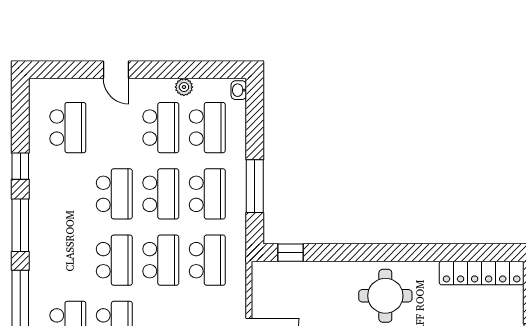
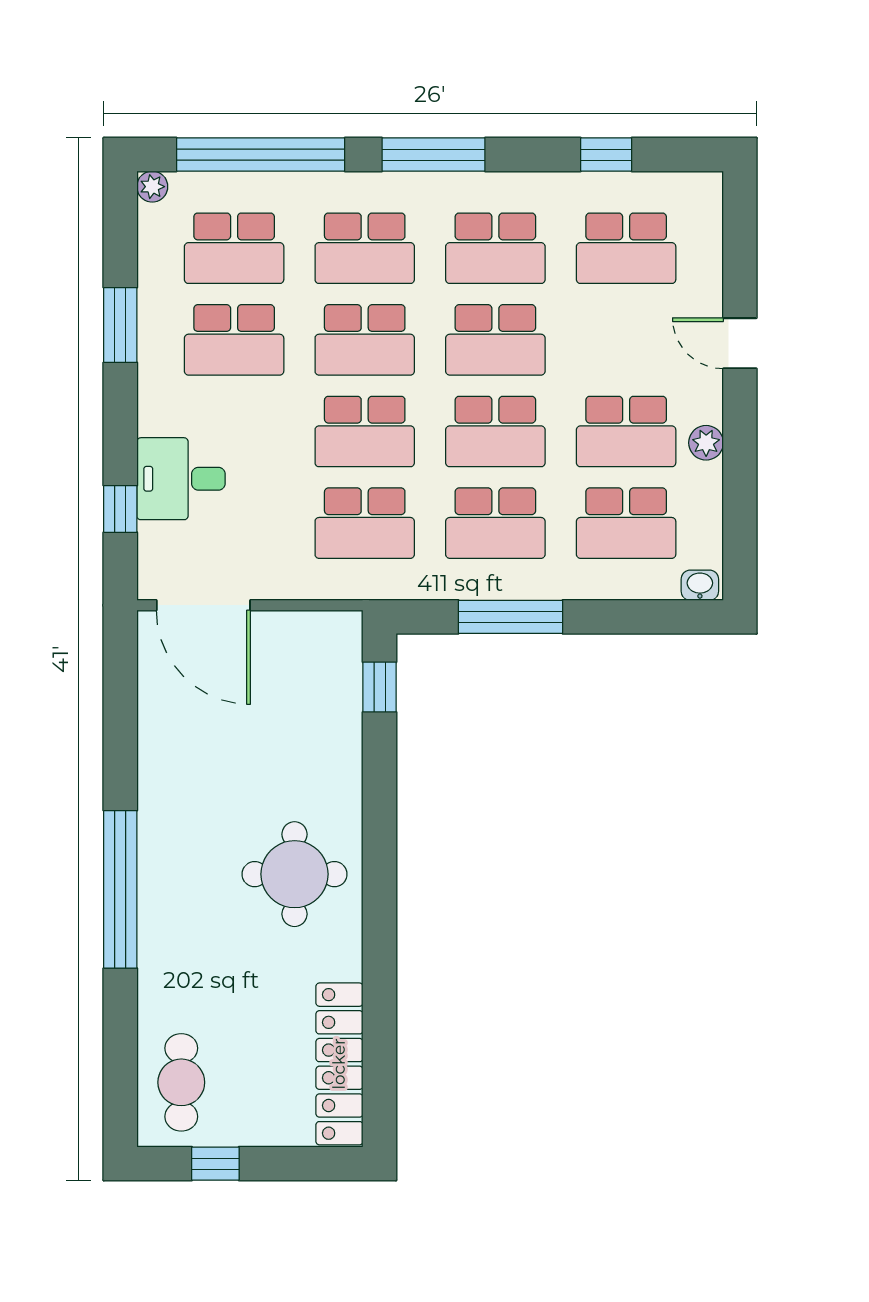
door: (116, 70) -> (740, 343), hinge flipped
plant: (184, 87) -> (706, 443), moved
window: (20, 166) -> (606, 155), moved
school desk: (68, 194) -> (495, 248), added
school desk: (68, 260) -> (365, 248), added

